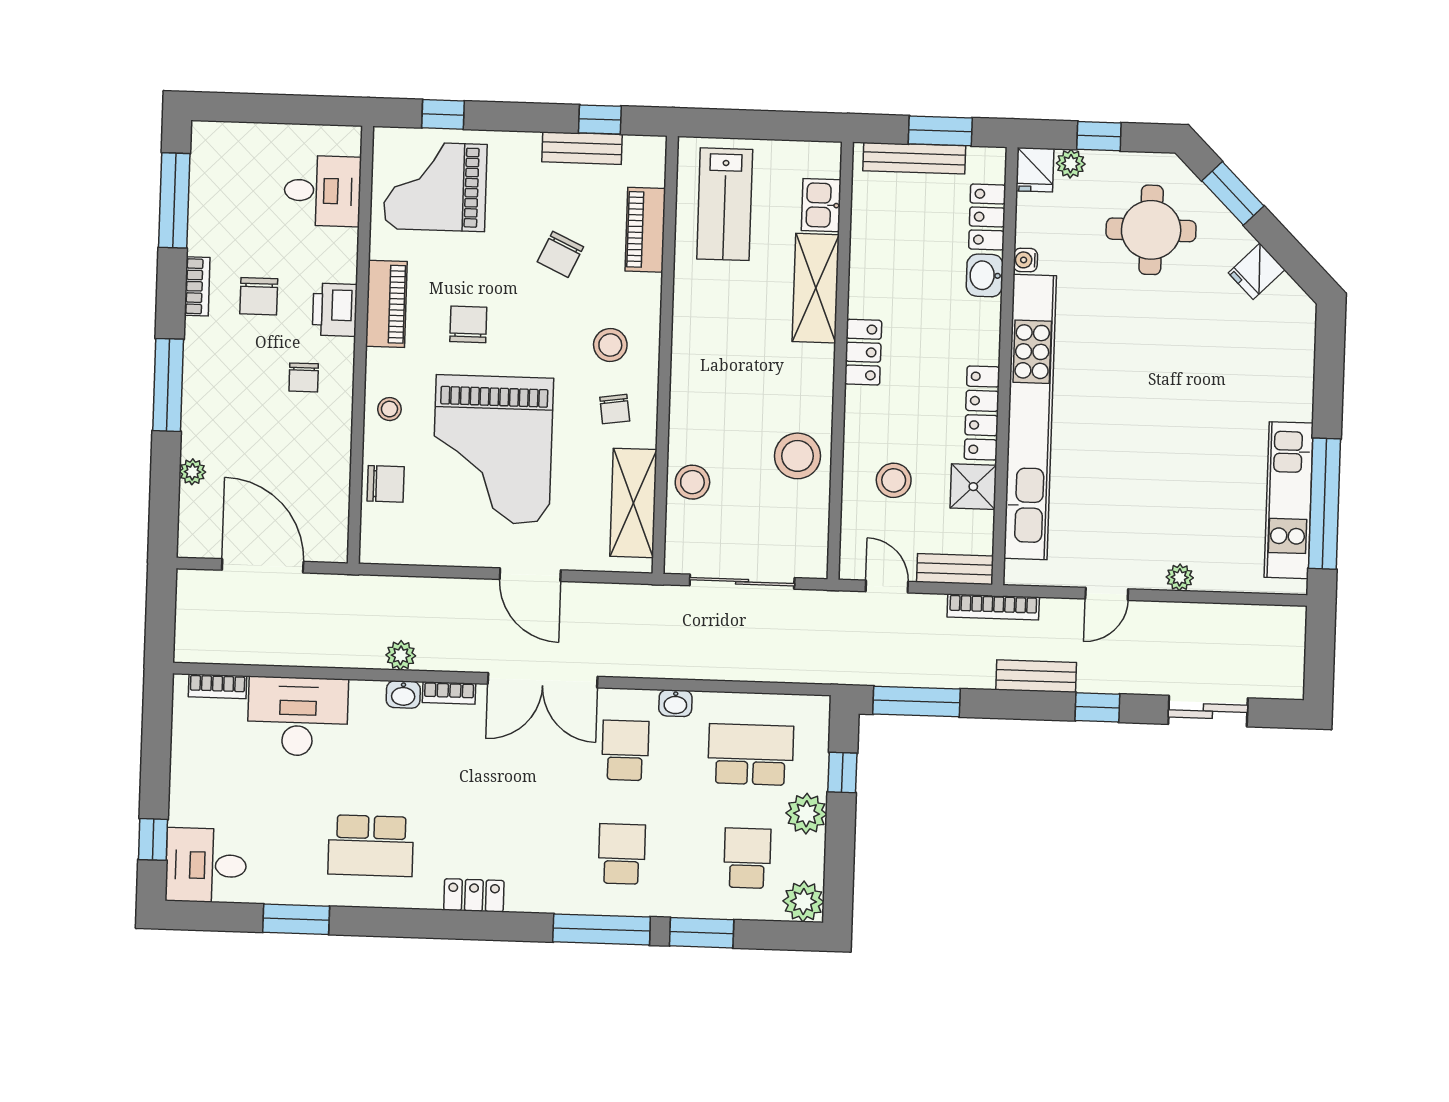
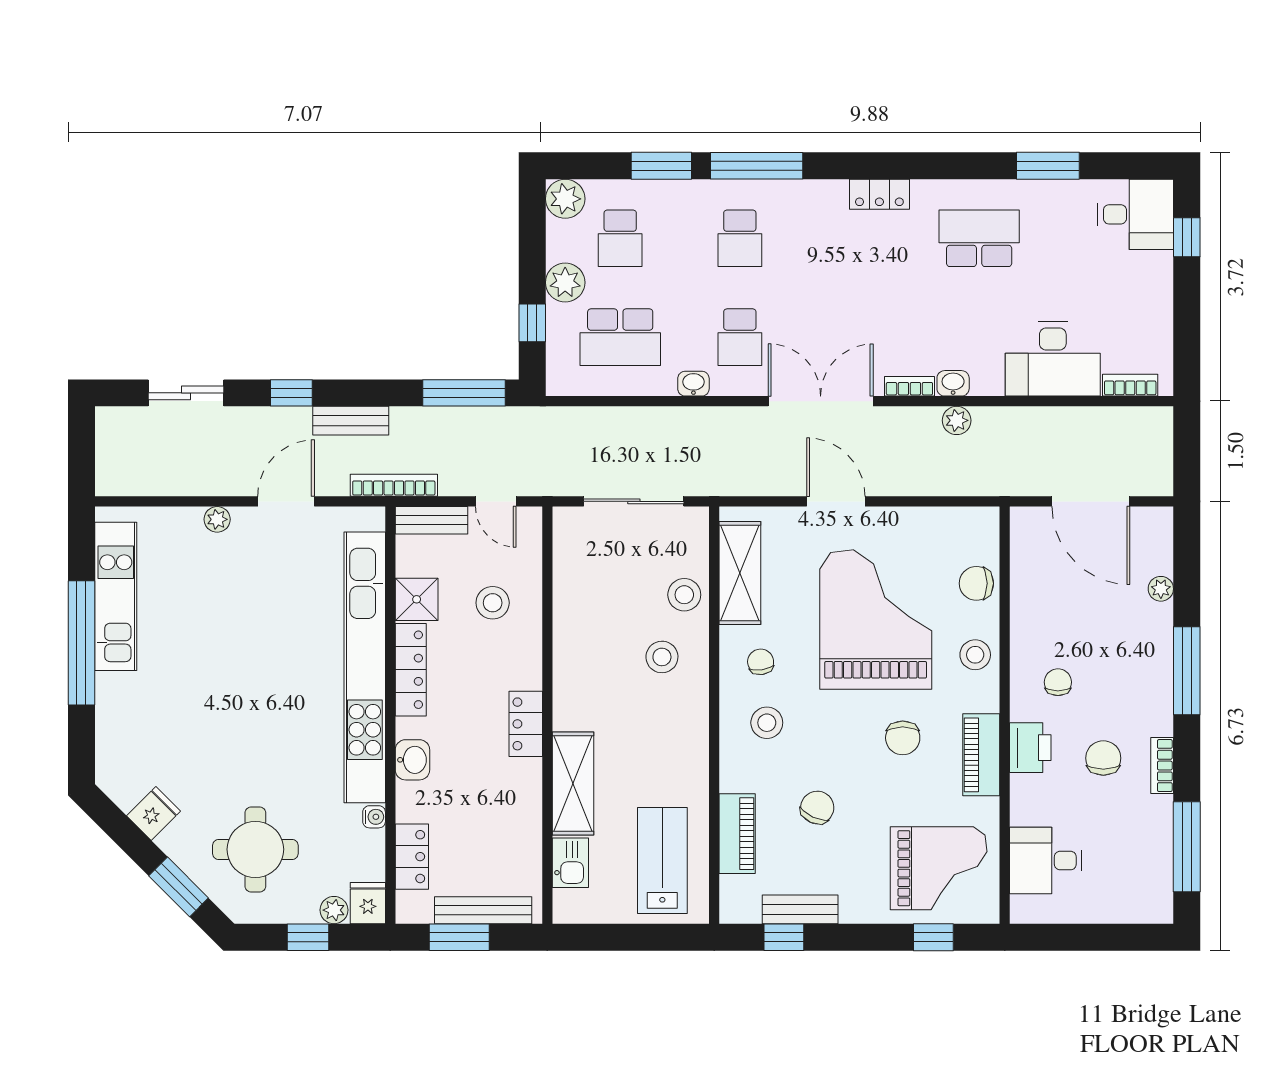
washbasin: (985, 275) -> (412, 760), moved
stool: (389, 409) -> (975, 655), width x1.37, depth x1.37
stool: (797, 456) -> (662, 657), moved, width x0.73, depth x0.73
window: (1325, 504) -> (81, 643), moved
door: (1107, 594) -> (286, 501), width x1.37

